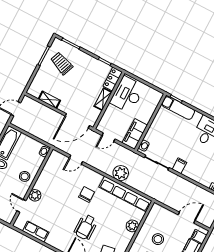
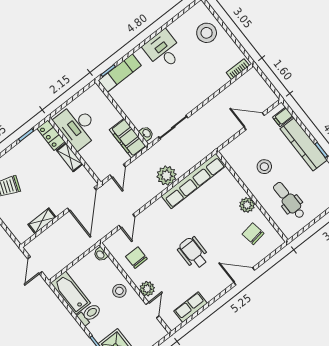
filing cabinet: (179, 166) -> (189, 102), removed
chair: (87, 194) -> (136, 258), moved
door: (22, 206) -> (153, 310), swing flipped
door: (187, 218) -> (254, 121), hinge flipped
plant: (132, 226) -> (247, 205), moved
wheelchair: (86, 227) -> (193, 253), moved, turned 180

